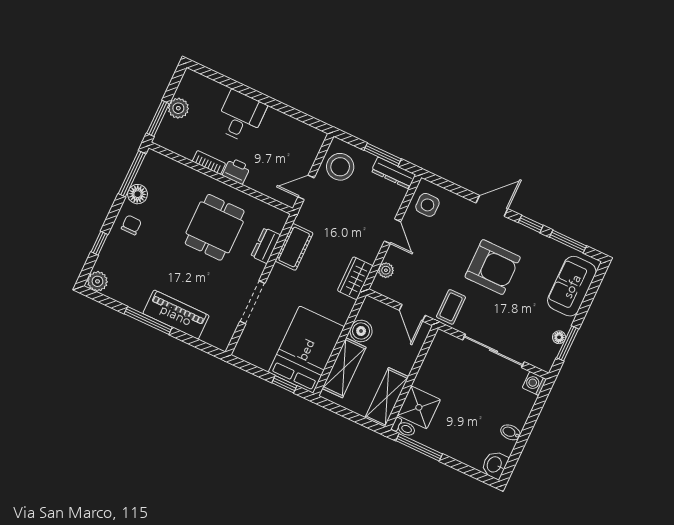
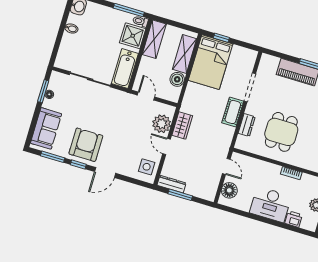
desk: (241, 116) -> (270, 204), width x1.37
floor lamp: (307, 150) -> (229, 190), added
stool: (340, 167) -> (206, 183), removed
printer: (236, 171) -> (294, 219), moved, turned 180
door: (306, 187) -> (226, 166), hinge flipped
cot: (294, 247) -> (233, 112), moved
armchair: (493, 267) -> (86, 145), moved, turned 90
plant: (386, 270) -> (162, 124), width x1.88, depth x1.88
wardrobe: (355, 278) -> (182, 126), moved
coffee table: (451, 307) -> (122, 103), removed
bathtub: (438, 359) -> (125, 69), added
washing machine: (534, 383) -> (61, 62), removed

